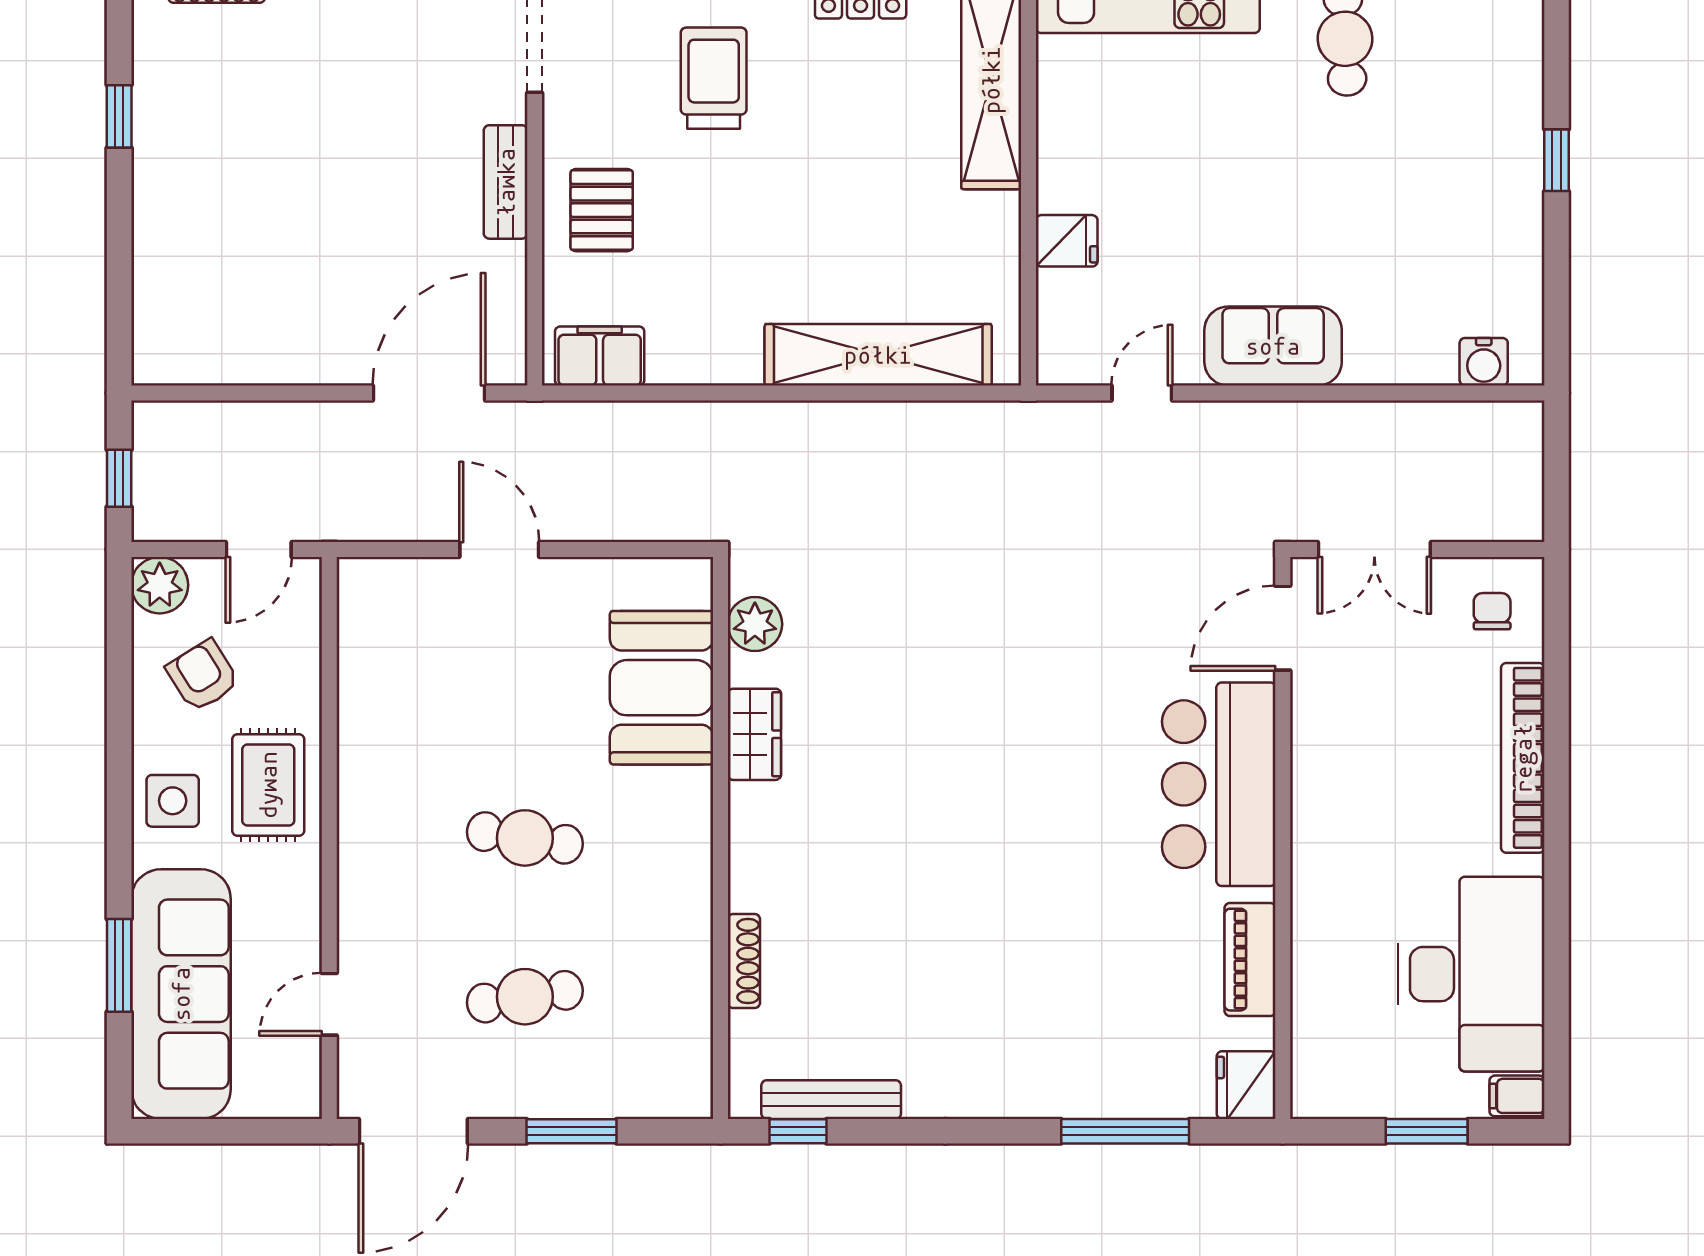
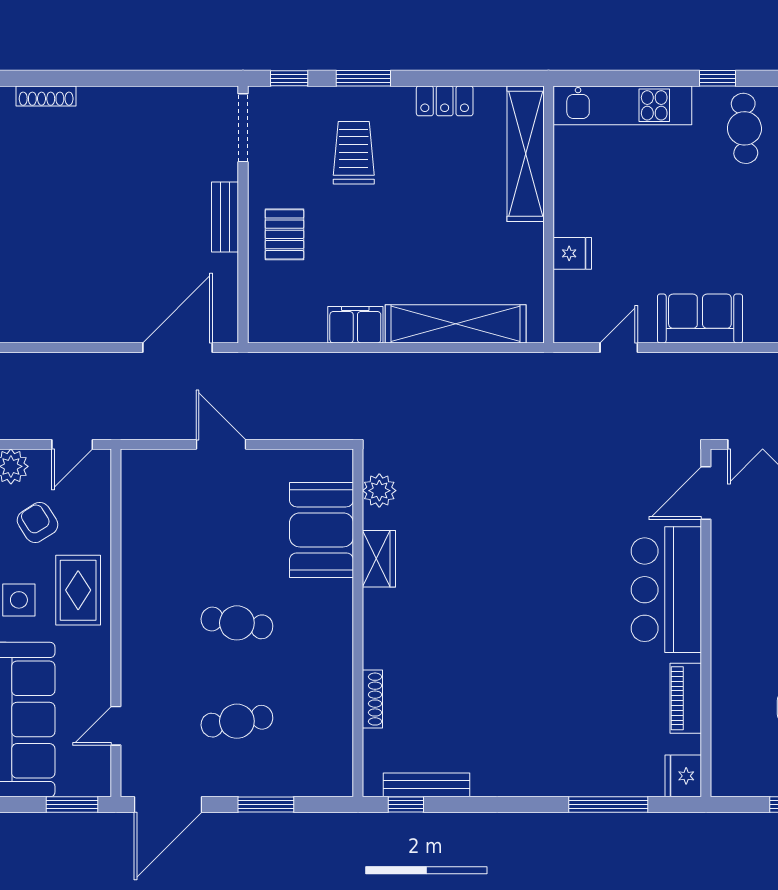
filing cabinet: (600, 356) -> (355, 325), moved
window: (258, 1131) -> (72, 804), added

